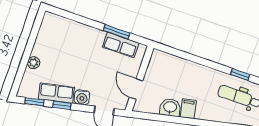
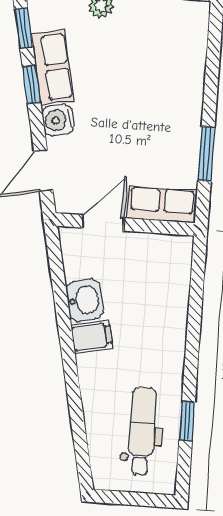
row of seats: (121, 45) -> (162, 204), moved, turned 90

